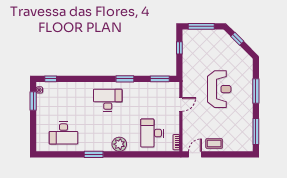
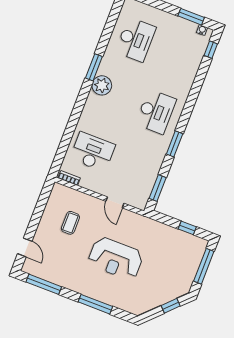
desk: (63, 133) -> (136, 40), turned 180
coffee table: (214, 143) -> (70, 223), moved
plant: (119, 144) -> (102, 85), moved
door: (195, 154) -> (25, 247), moved

